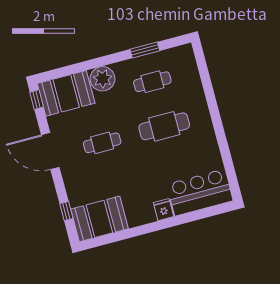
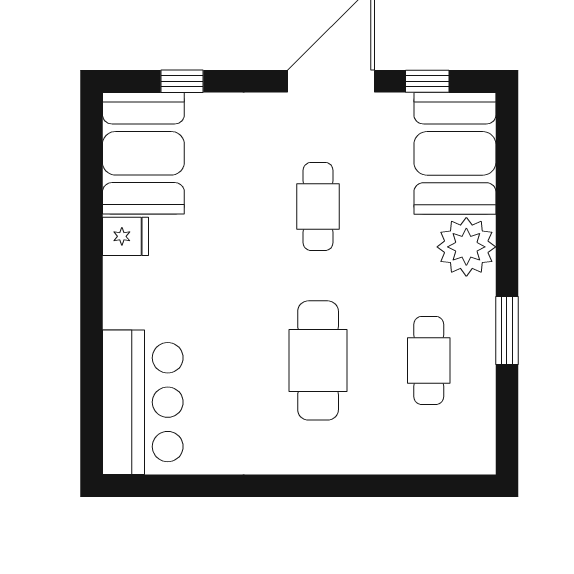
window: (145, 50) -> (507, 331), moved
window: (37, 100) -> (427, 81), moved
fridge: (164, 210) -> (126, 236), moved

